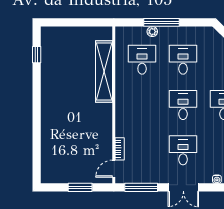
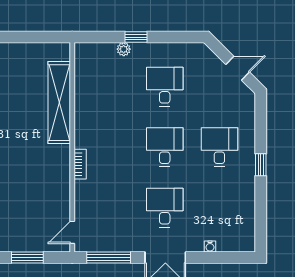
window: (161, 22) -> (136, 37), width x0.46
desk: (142, 60) -> (110, 87), removed
bookcase: (120, 149) -> (80, 164), moved

